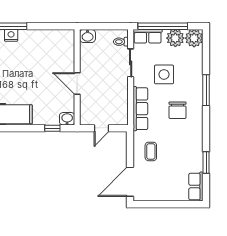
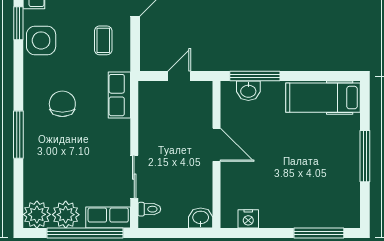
nightstand: (11, 35) -> (248, 219), moved
side table: (164, 74) -> (41, 40), moved
row of seats: (140, 109) -> (119, 95), width x0.68
washbasin: (67, 119) -> (248, 91), moved
window: (52, 128) -> (255, 76), width x2.17

